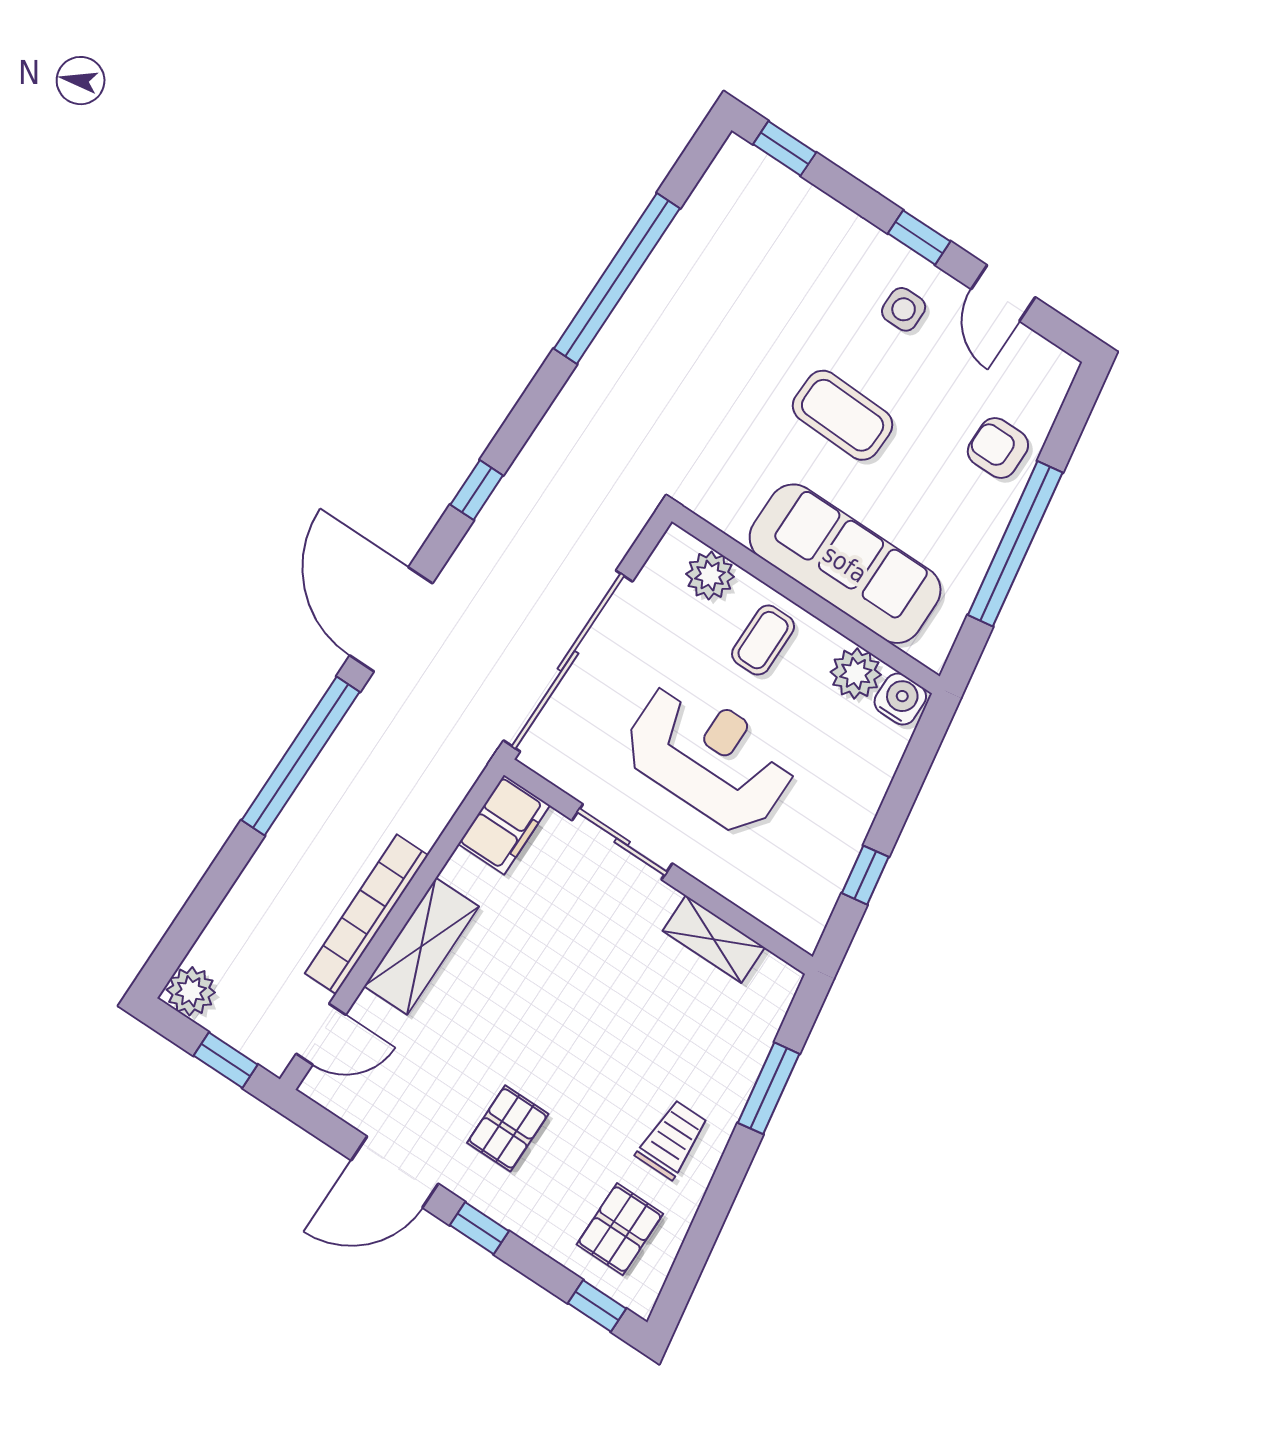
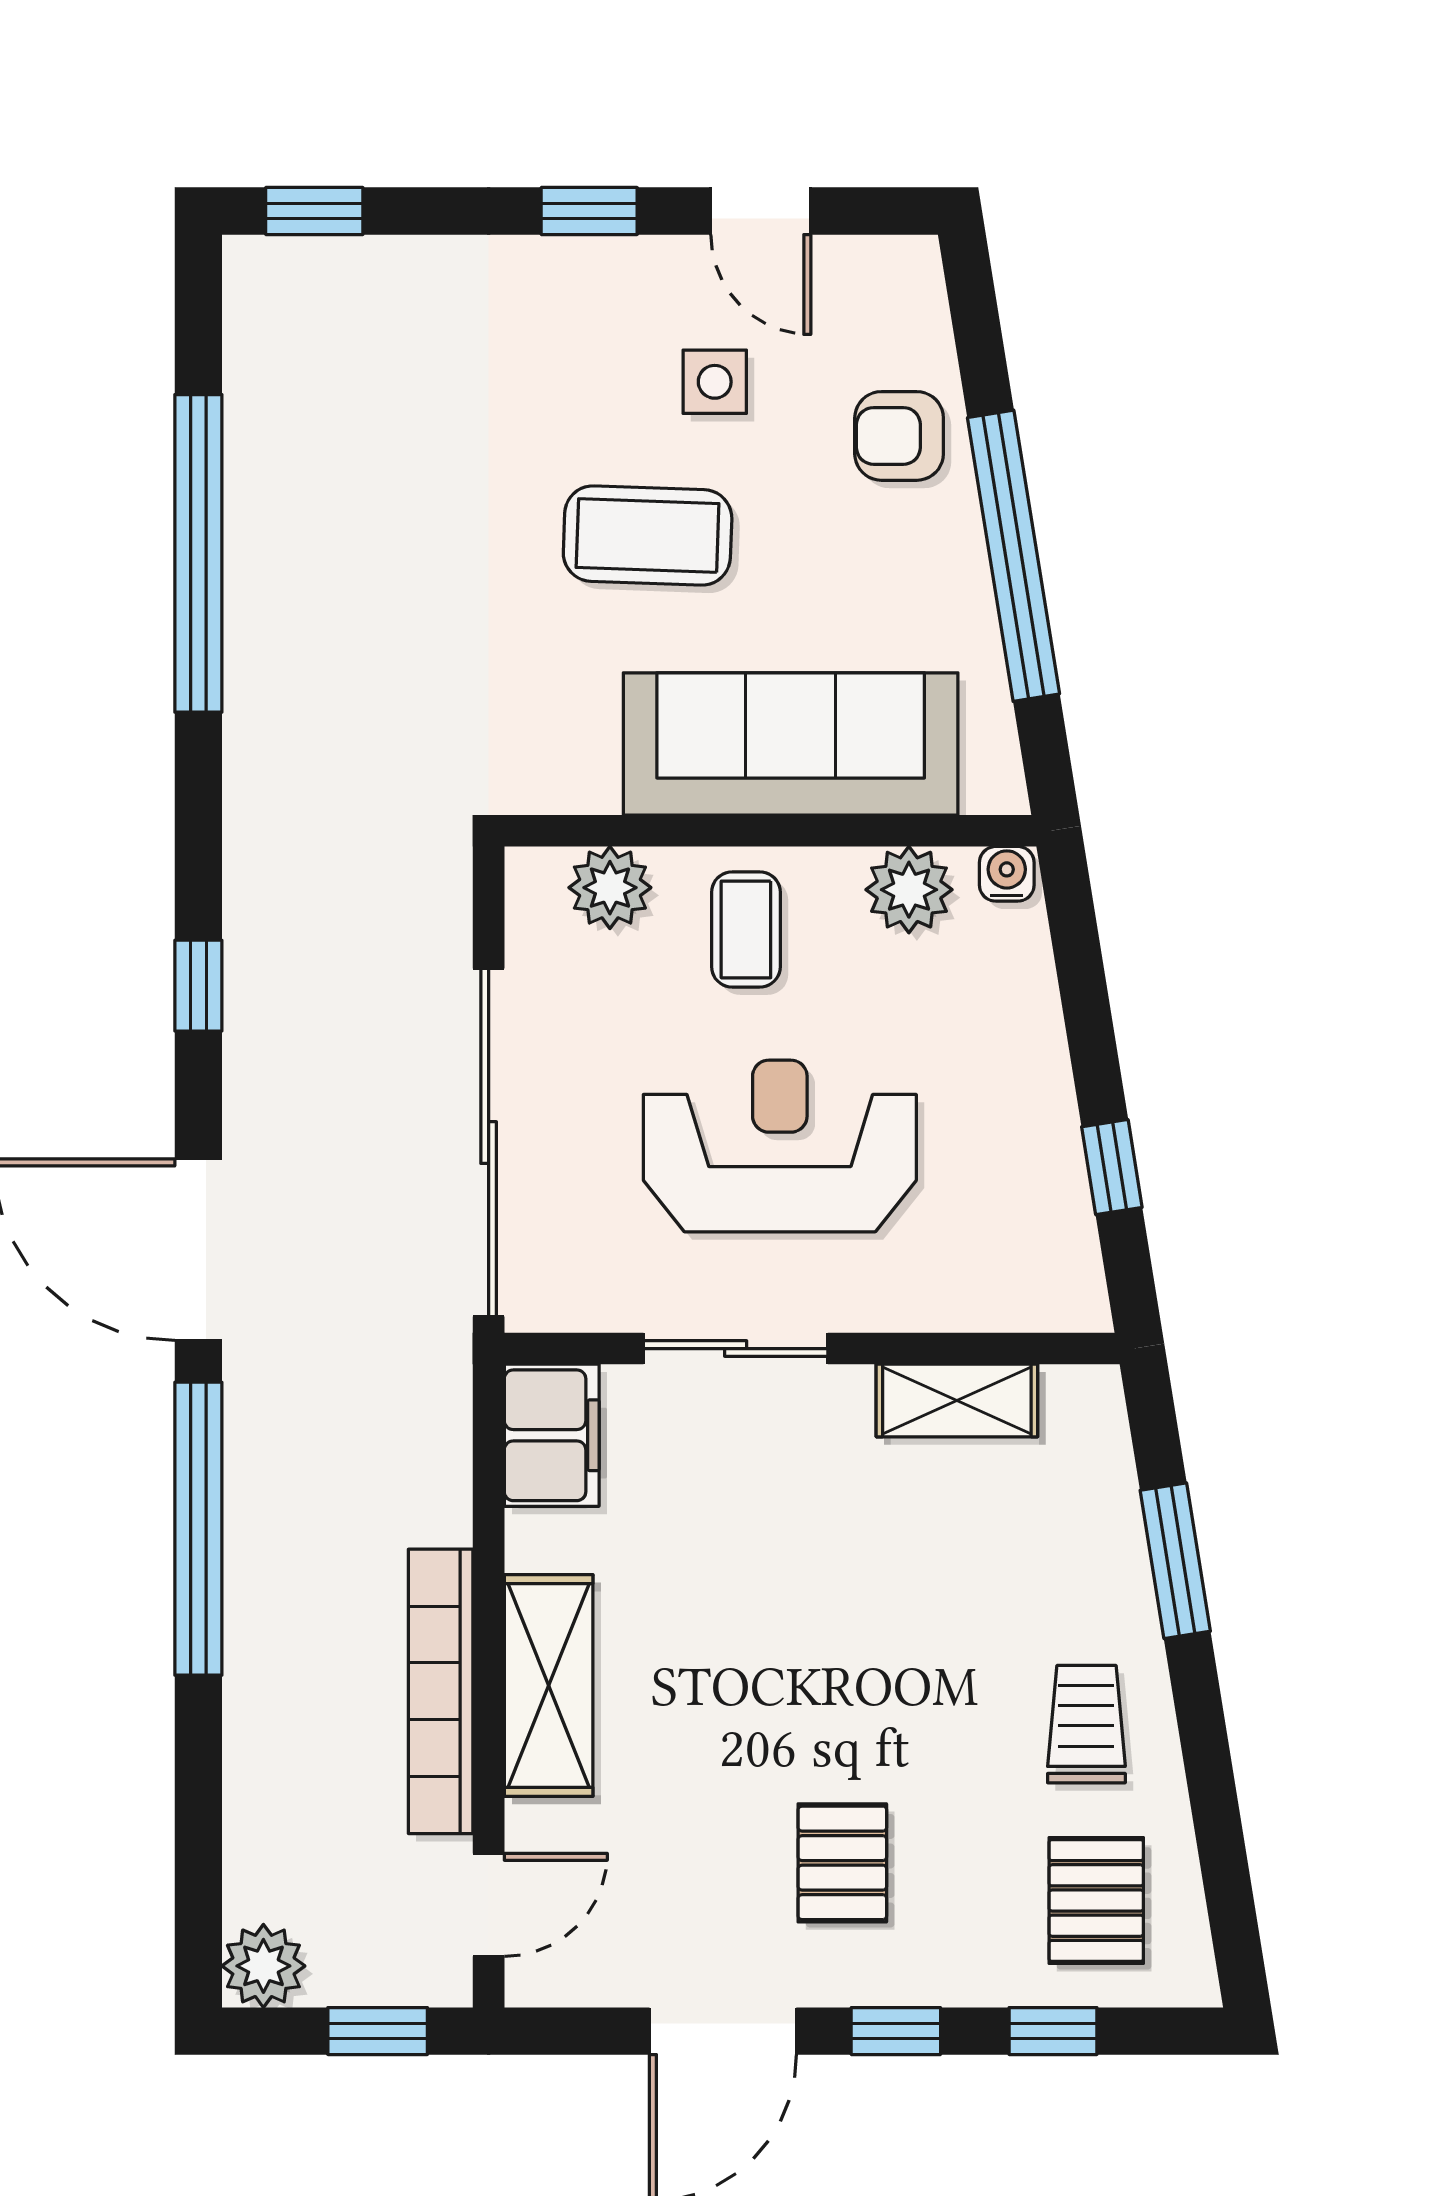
side table: (904, 309) -> (715, 382), moved
water cooler: (900, 699) -> (1007, 874), width x0.72, depth x0.72
window: (597, 1306) -> (1053, 2031), moved

